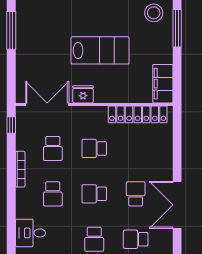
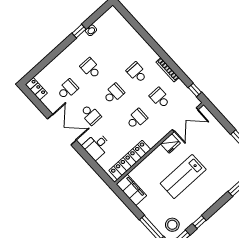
desk: (31, 233) -> (96, 146), moved, turned 180

